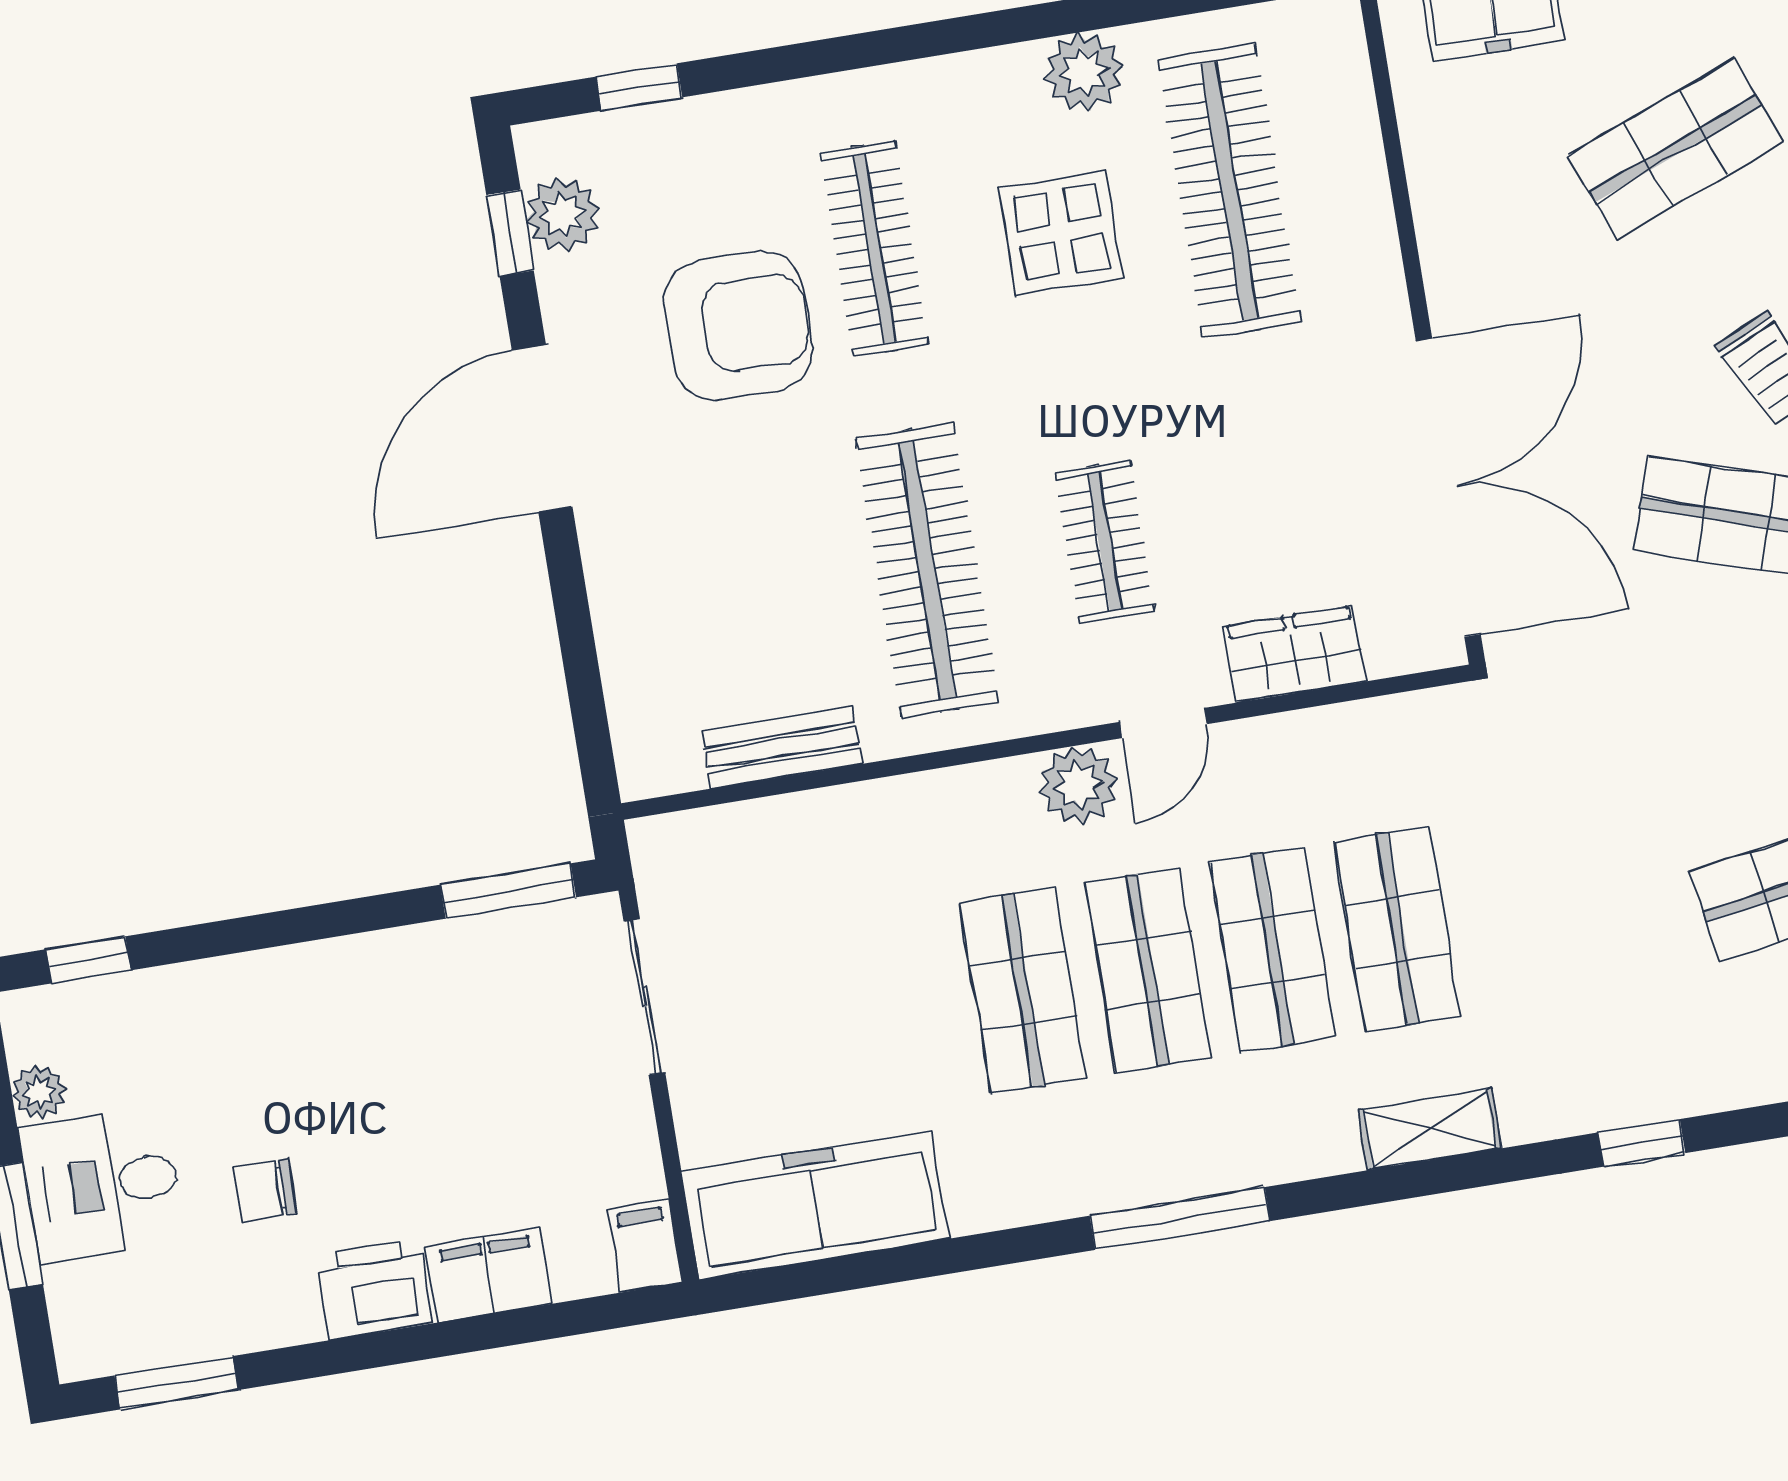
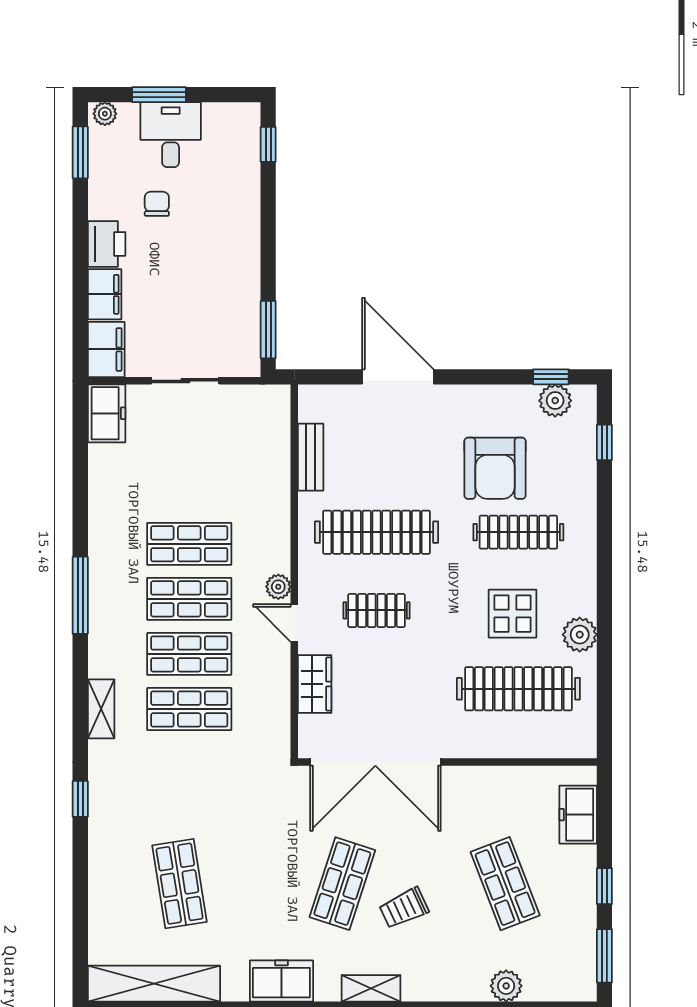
door: (542, 428) -> (398, 377), moved
plant: (1078, 785) -> (278, 587), width x0.73, depth x0.73
sliding door: (644, 997) -> (185, 381), moved
plant: (39, 1092) -> (105, 114), moved
freezer: (816, 1205) -> (107, 413), width x0.52, depth x0.79
filing cabinet: (645, 1246) -> (106, 349), width x2.00

